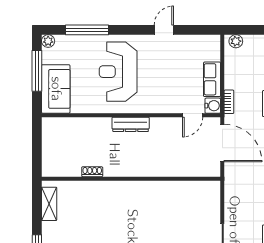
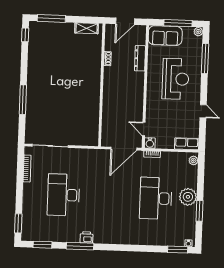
reception desk: (118, 72) -> (176, 79), turned 90
row of seats: (212, 79) -> (187, 144), moved
dresser: (131, 124) -> (140, 58), moved
door: (37, 148) -> (125, 21), added

